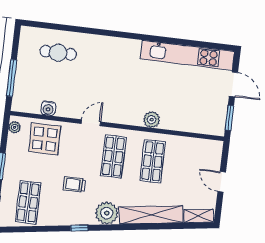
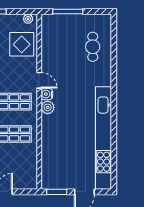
kitchen unit: (187, 55) -> (103, 138), width x1.36
water cooler: (48, 108) -> (47, 94), moved
plant: (152, 120) -> (48, 107), moved

